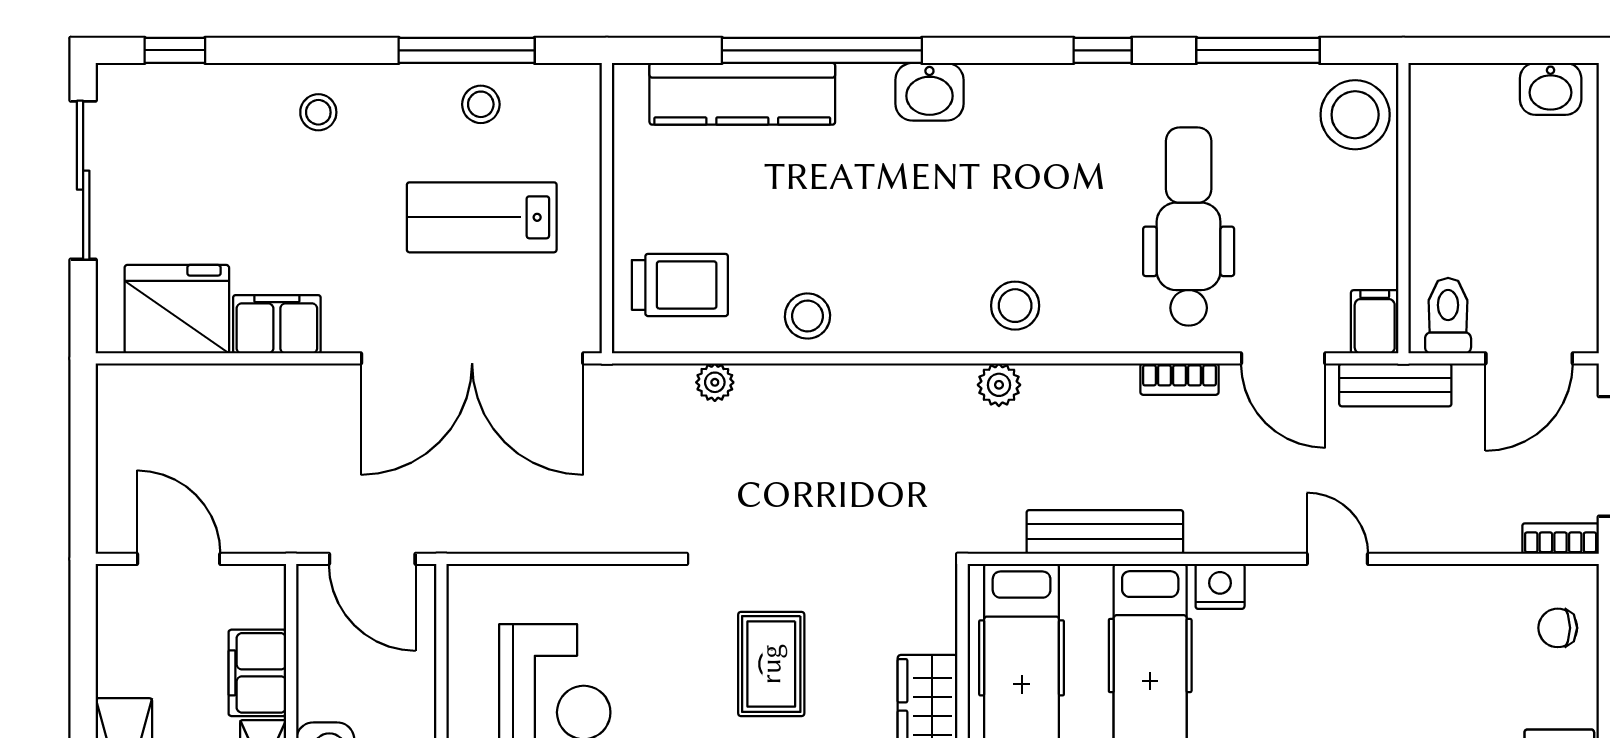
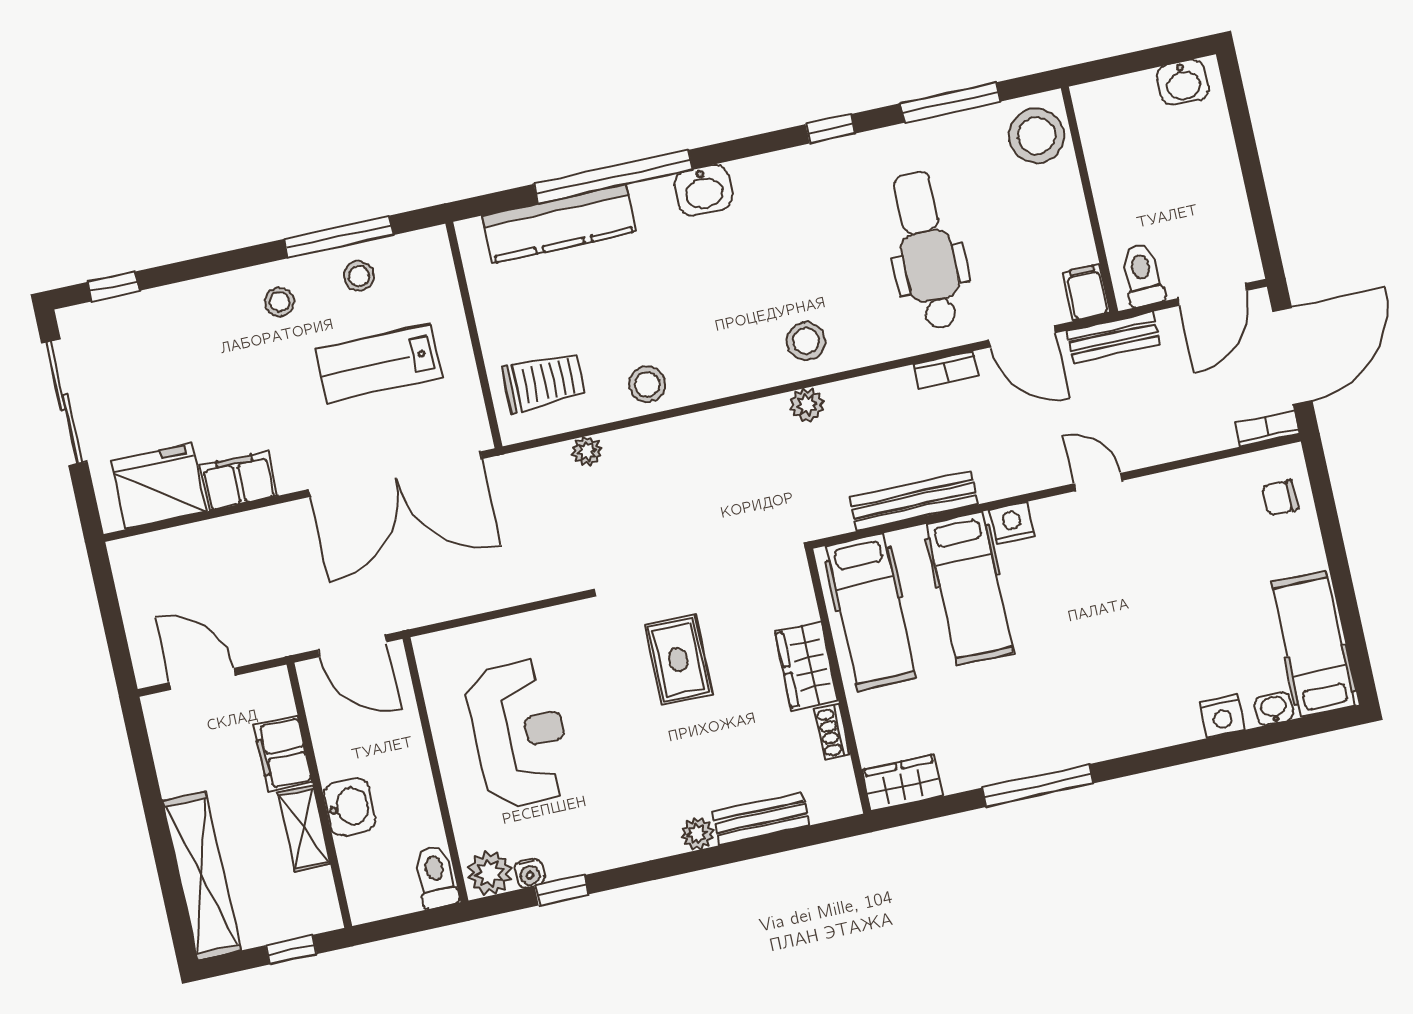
stool: (318, 112) -> (279, 302), moved

